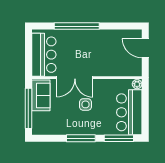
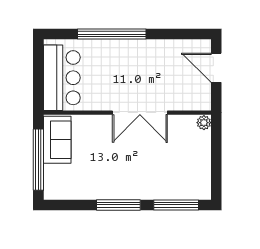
double door: (75, 78) -> (140, 113), moved
side table: (85, 104) -> (125, 154), removed
bar counter: (129, 112) -> (192, 165), removed

